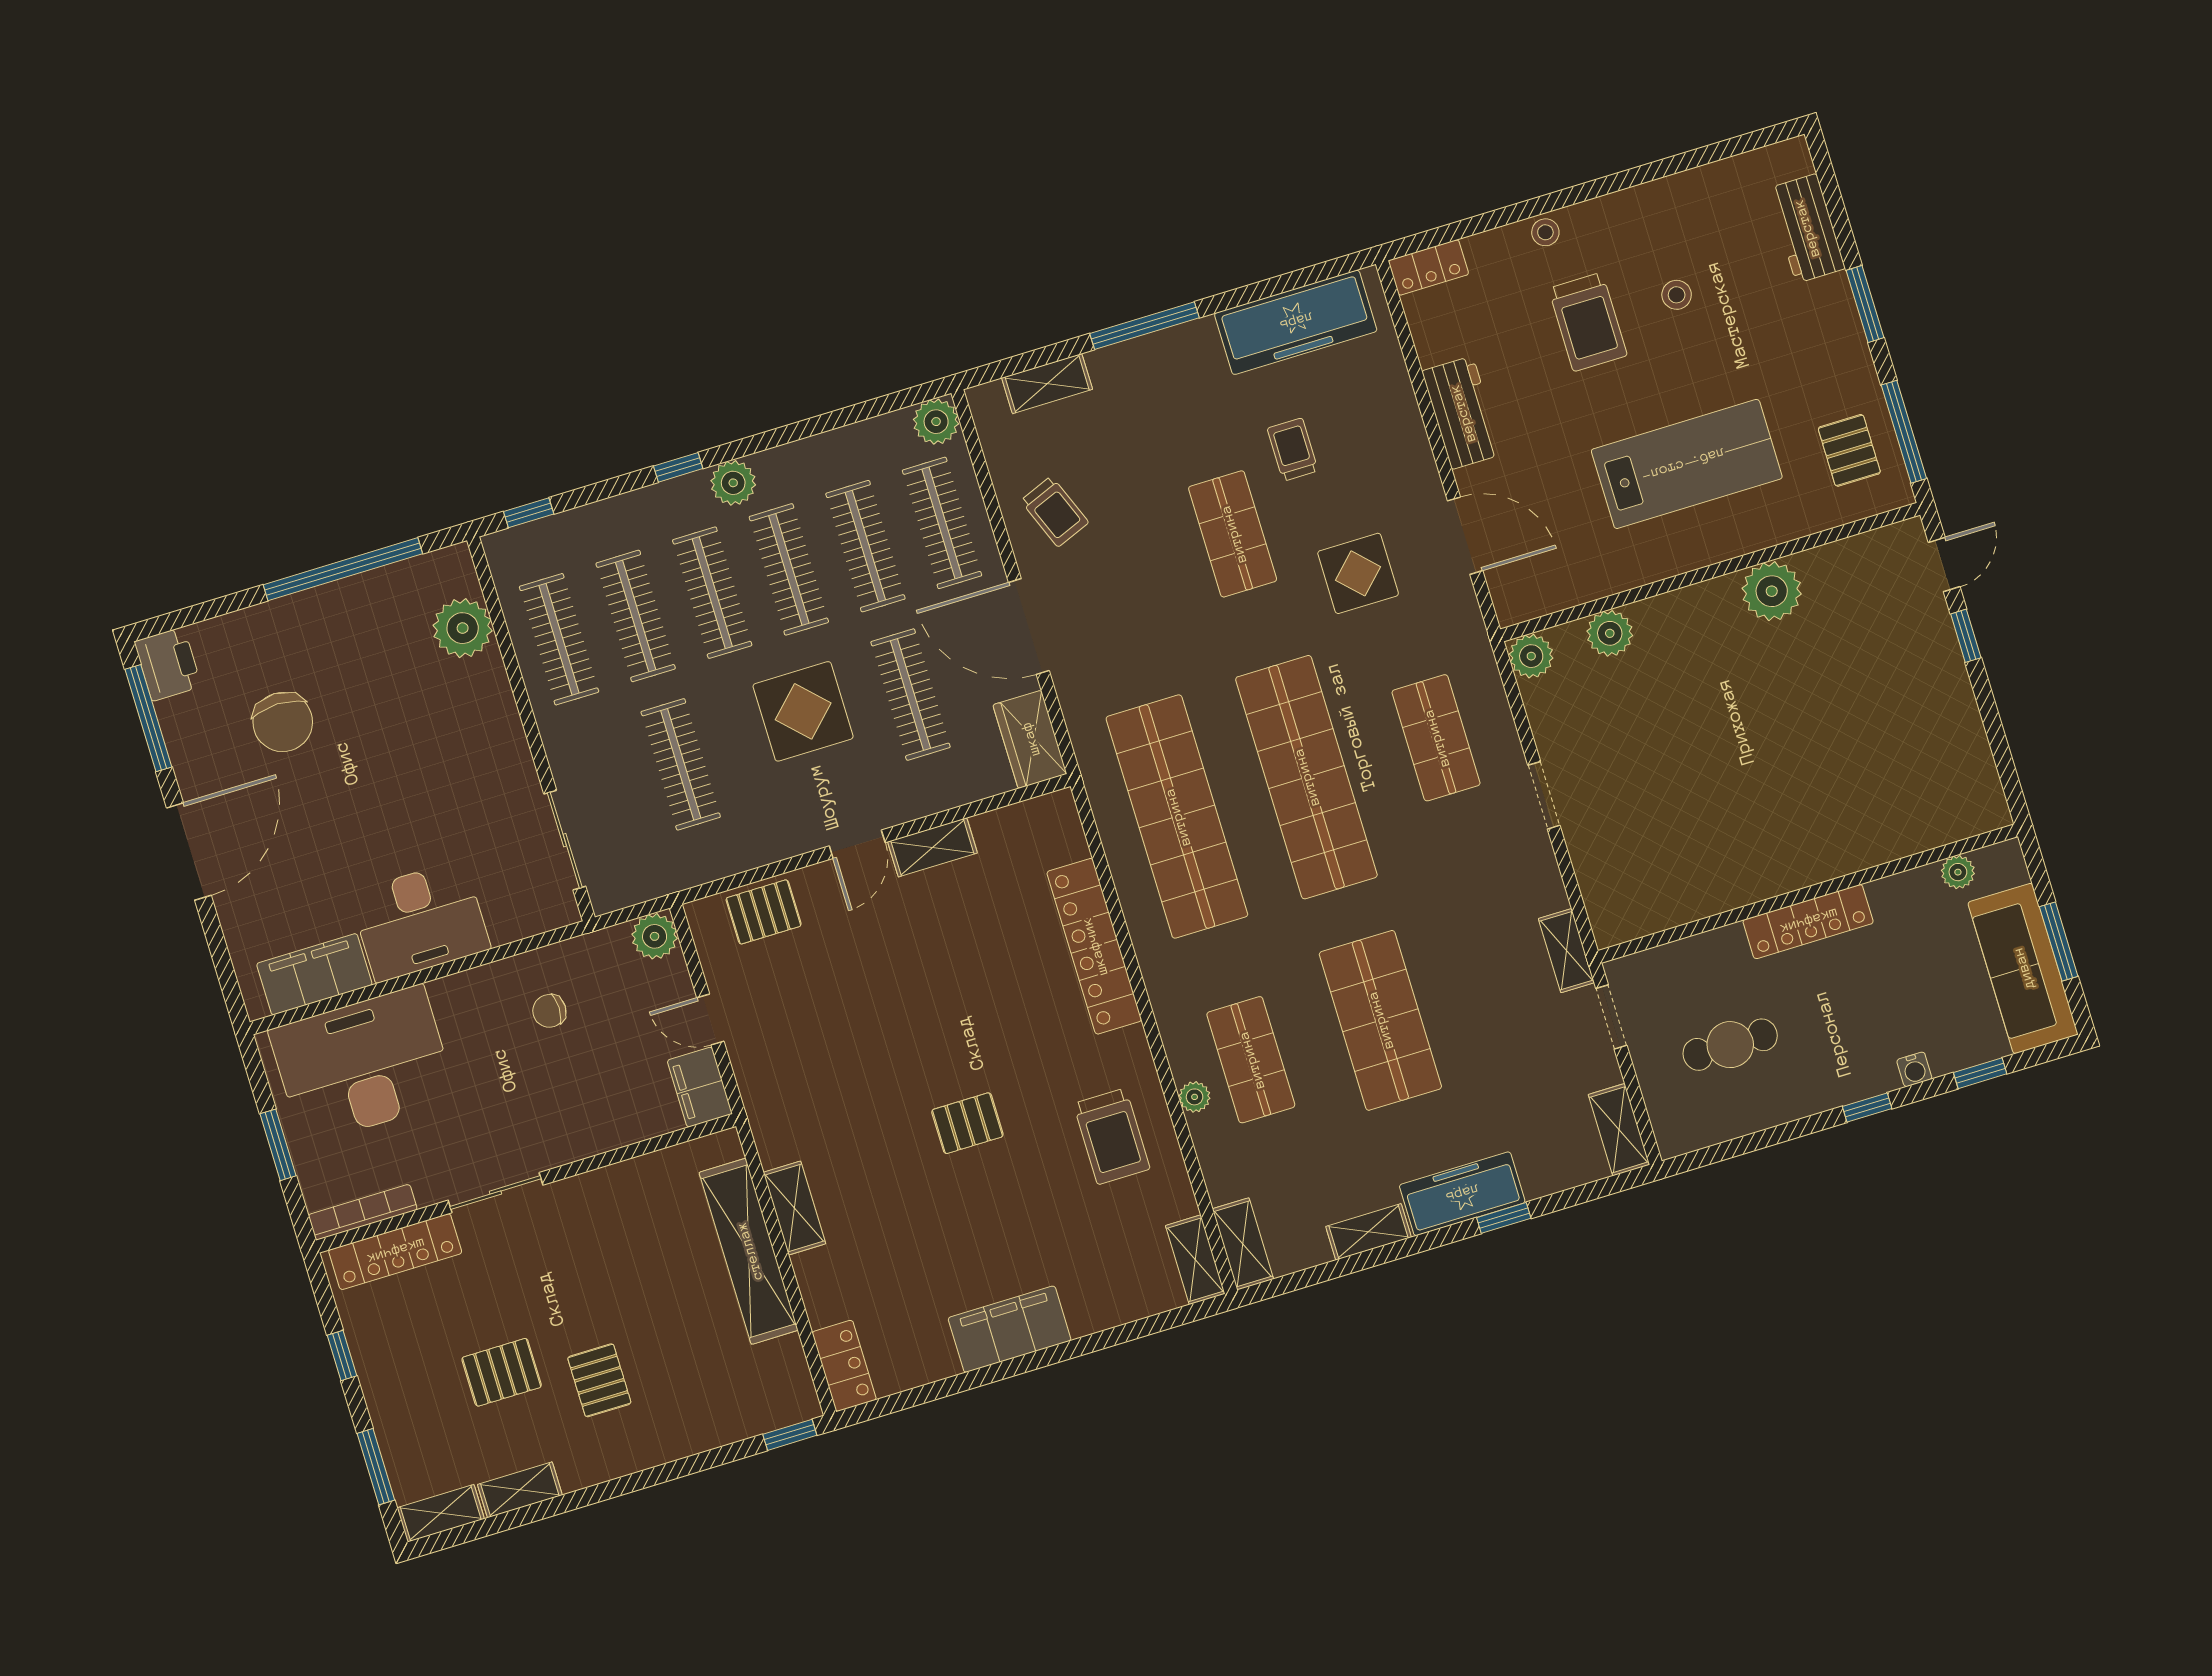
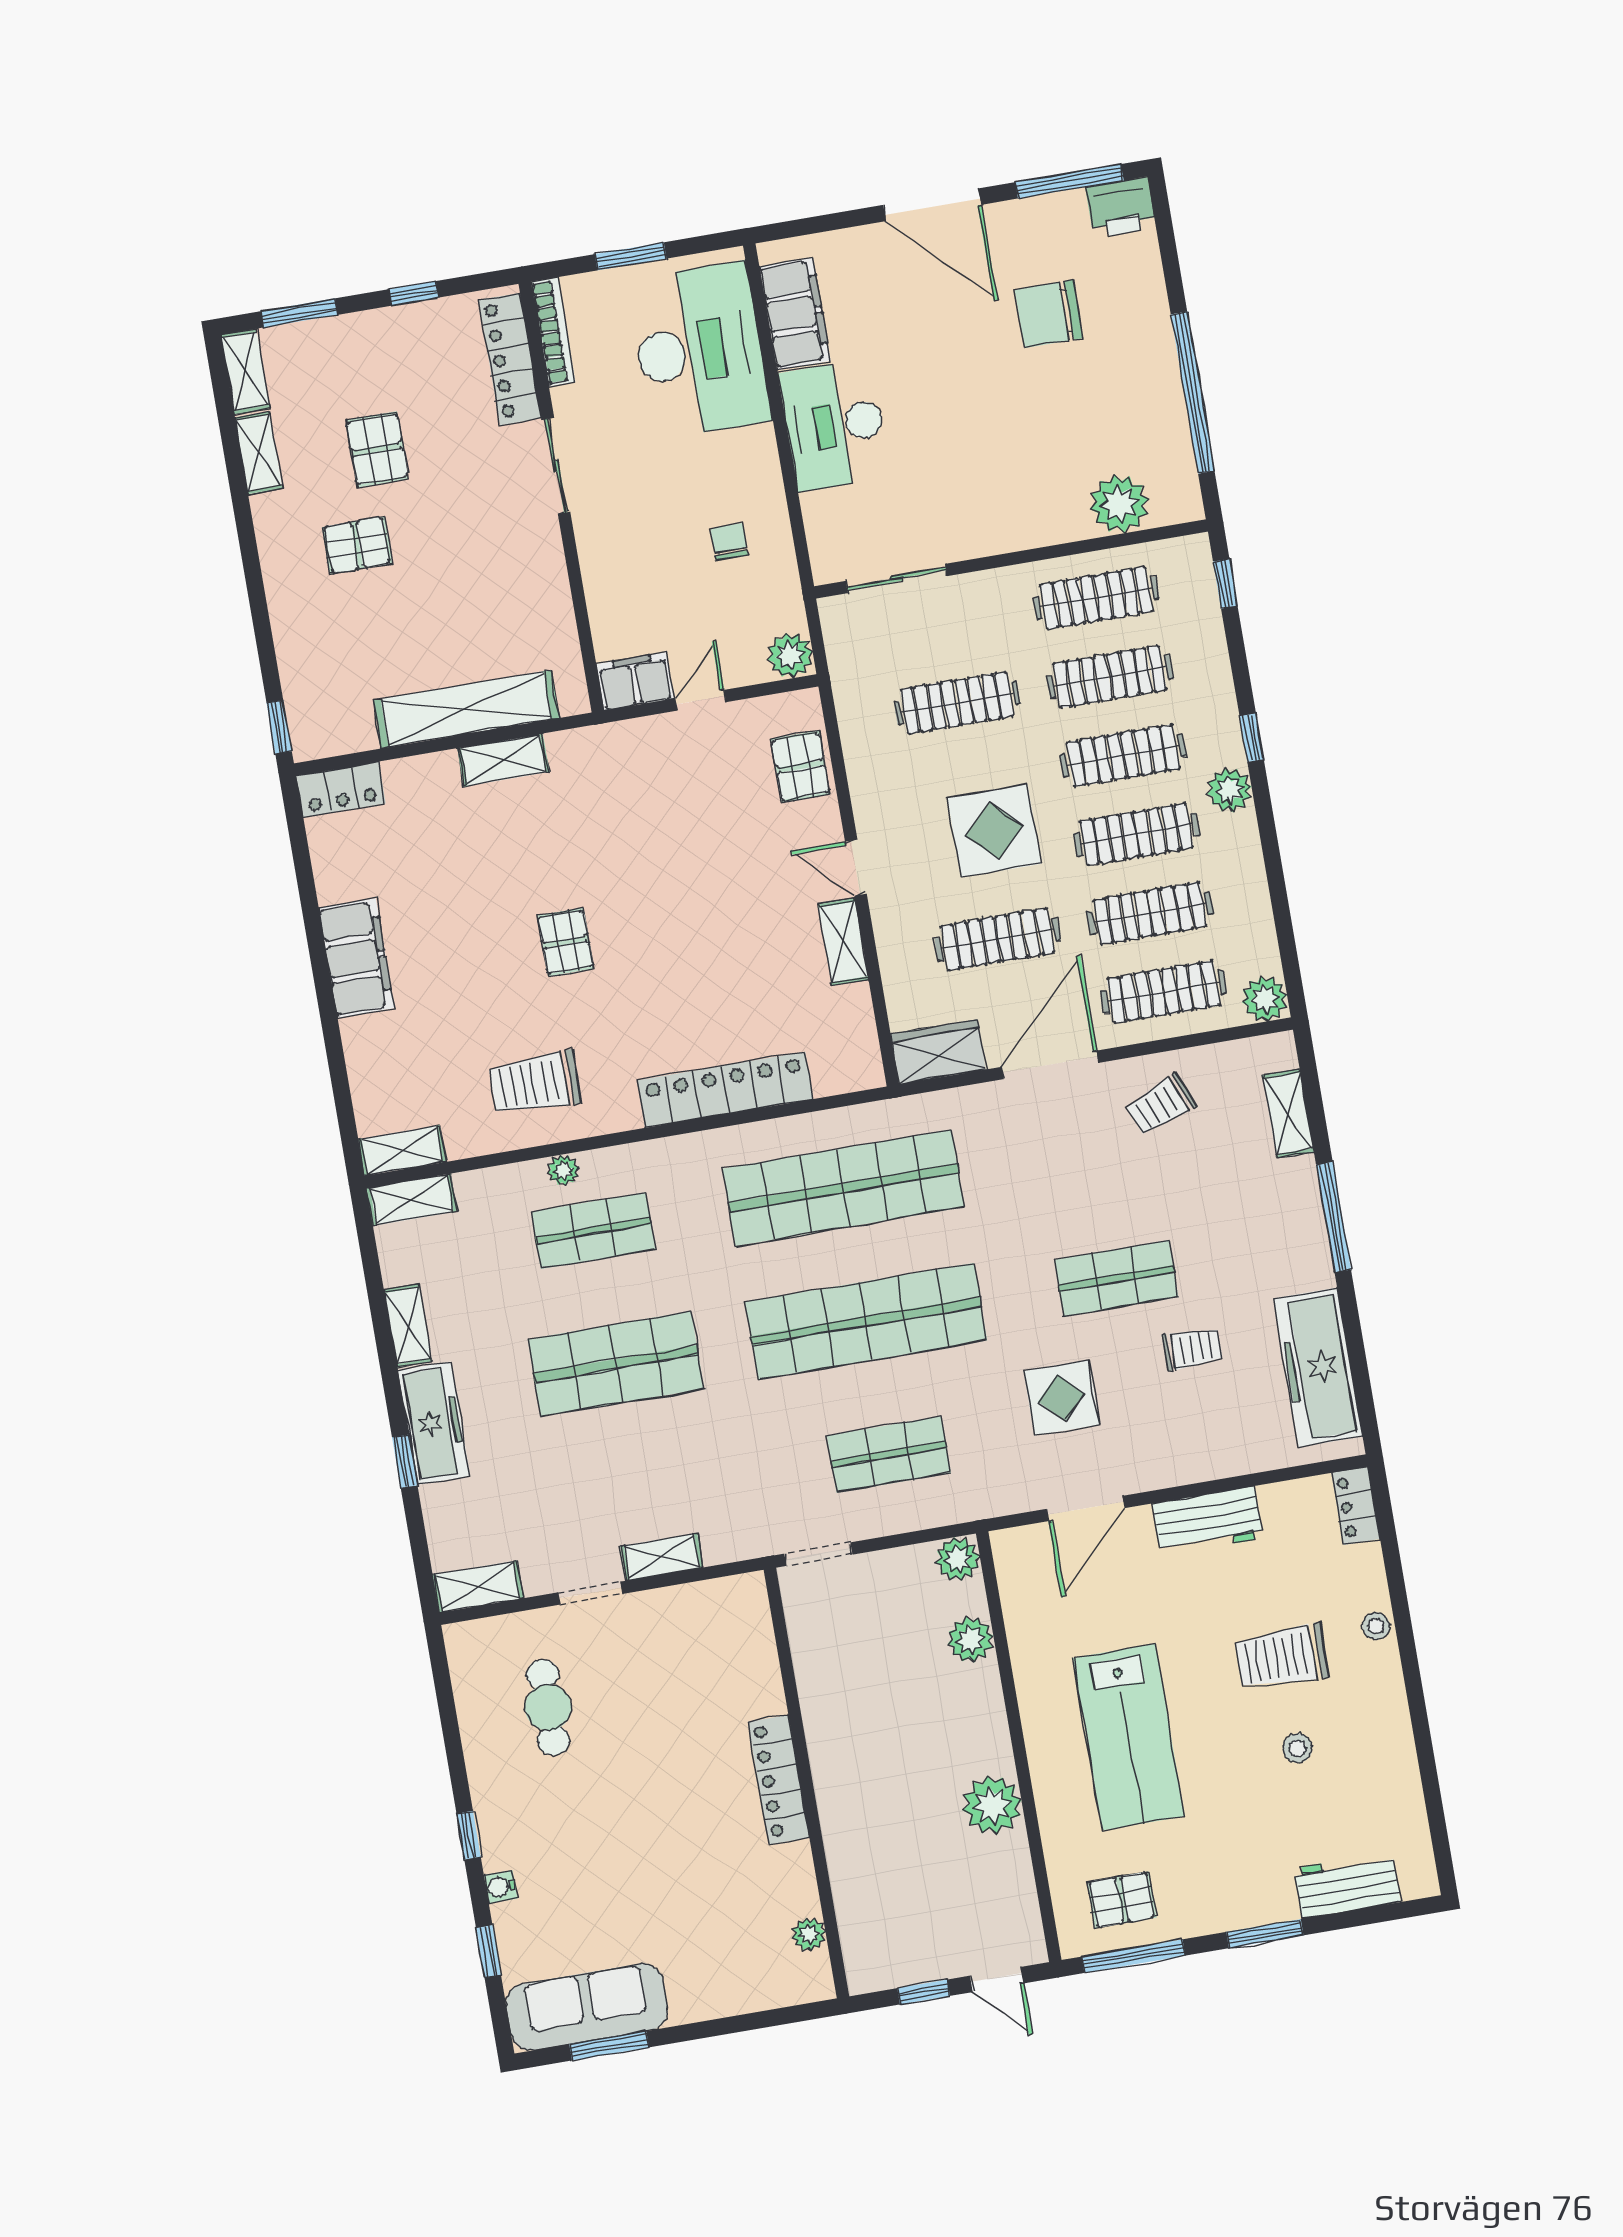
plant: (1958, 872) -> (809, 1934), moved
wall: (1808, 894) -> (806, 1783), moved
locker: (1808, 922) -> (779, 1780), moved

